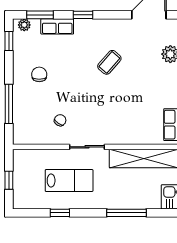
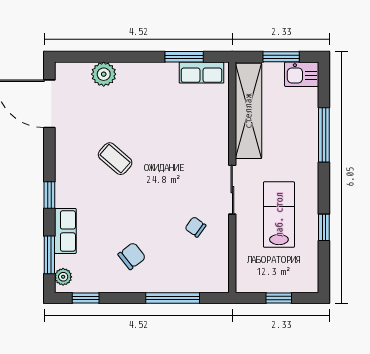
chair: (39, 74) -> (132, 256), turned 142

